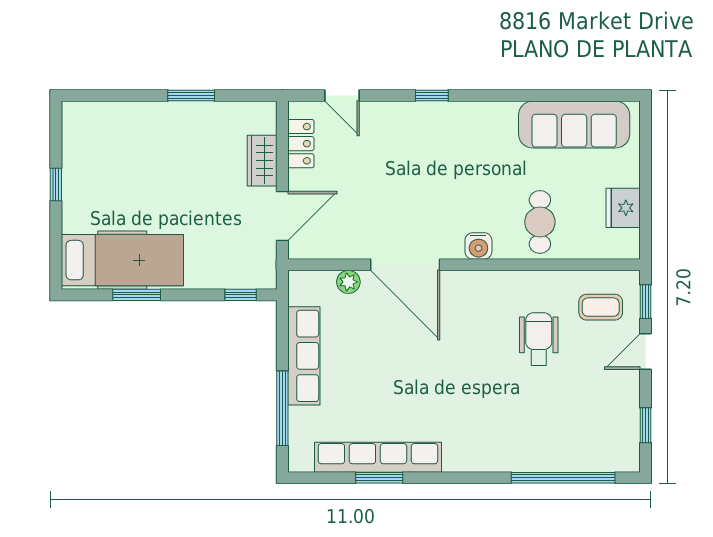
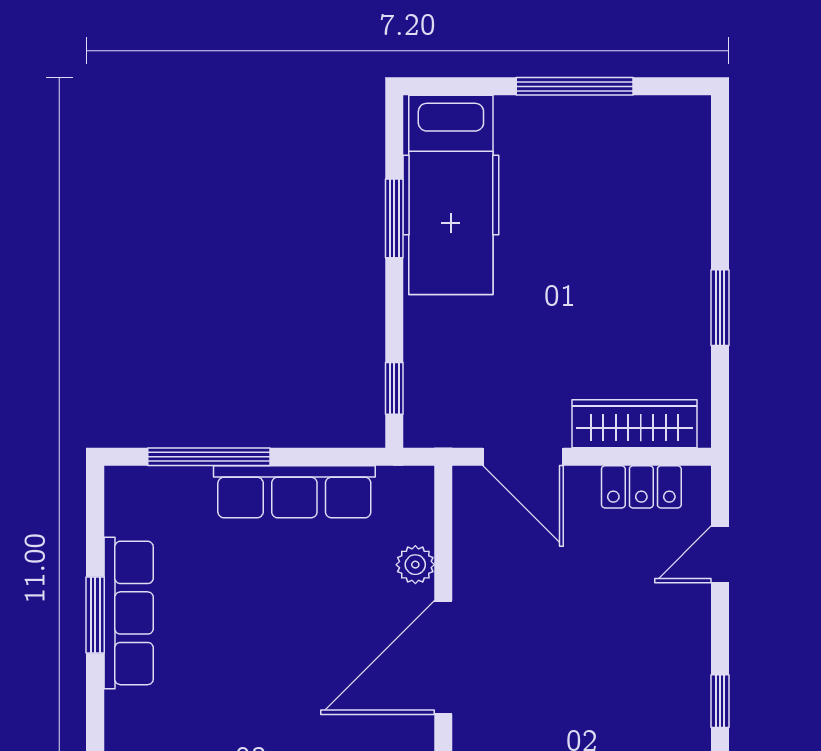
wardrobe: (262, 161) -> (635, 424), width x1.50
window: (56, 184) -> (575, 86), width x2.17
row of seats: (378, 457) -> (129, 613), width x0.73

